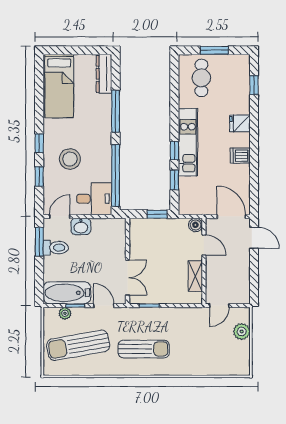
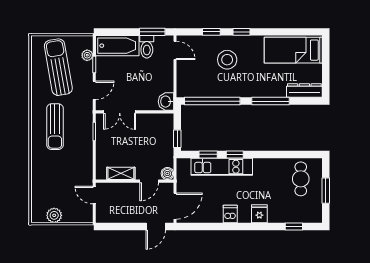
cafe table: (201, 78) -> (301, 179), turned 90
kitchen unit: (188, 142) -> (222, 167), moved
desk: (94, 199) -> (191, 82), removed
washbasin: (81, 226) -> (166, 102), moved
bathtub: (67, 293) -> (117, 46), moved, turned 90
plant: (242, 331) -> (54, 215), moved

